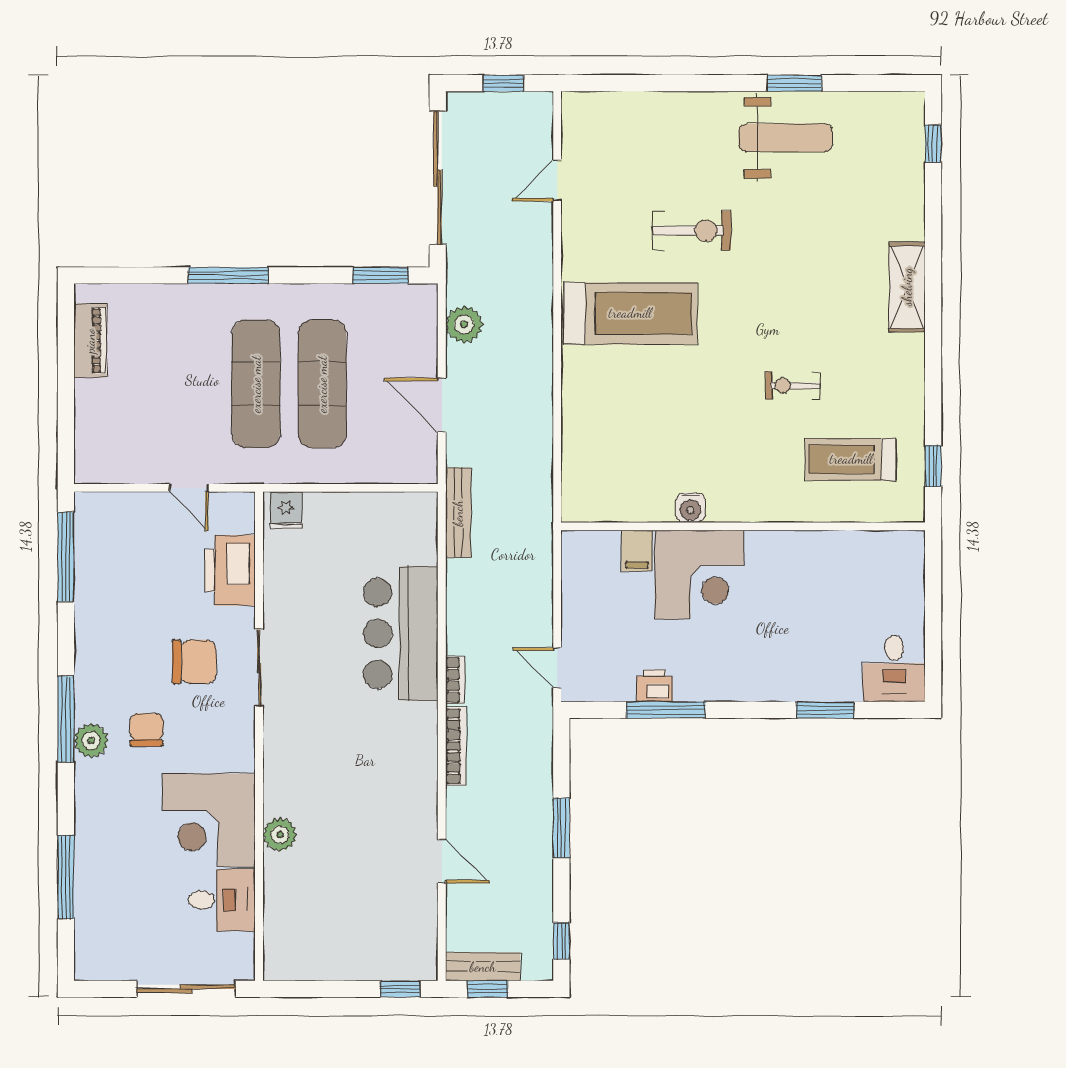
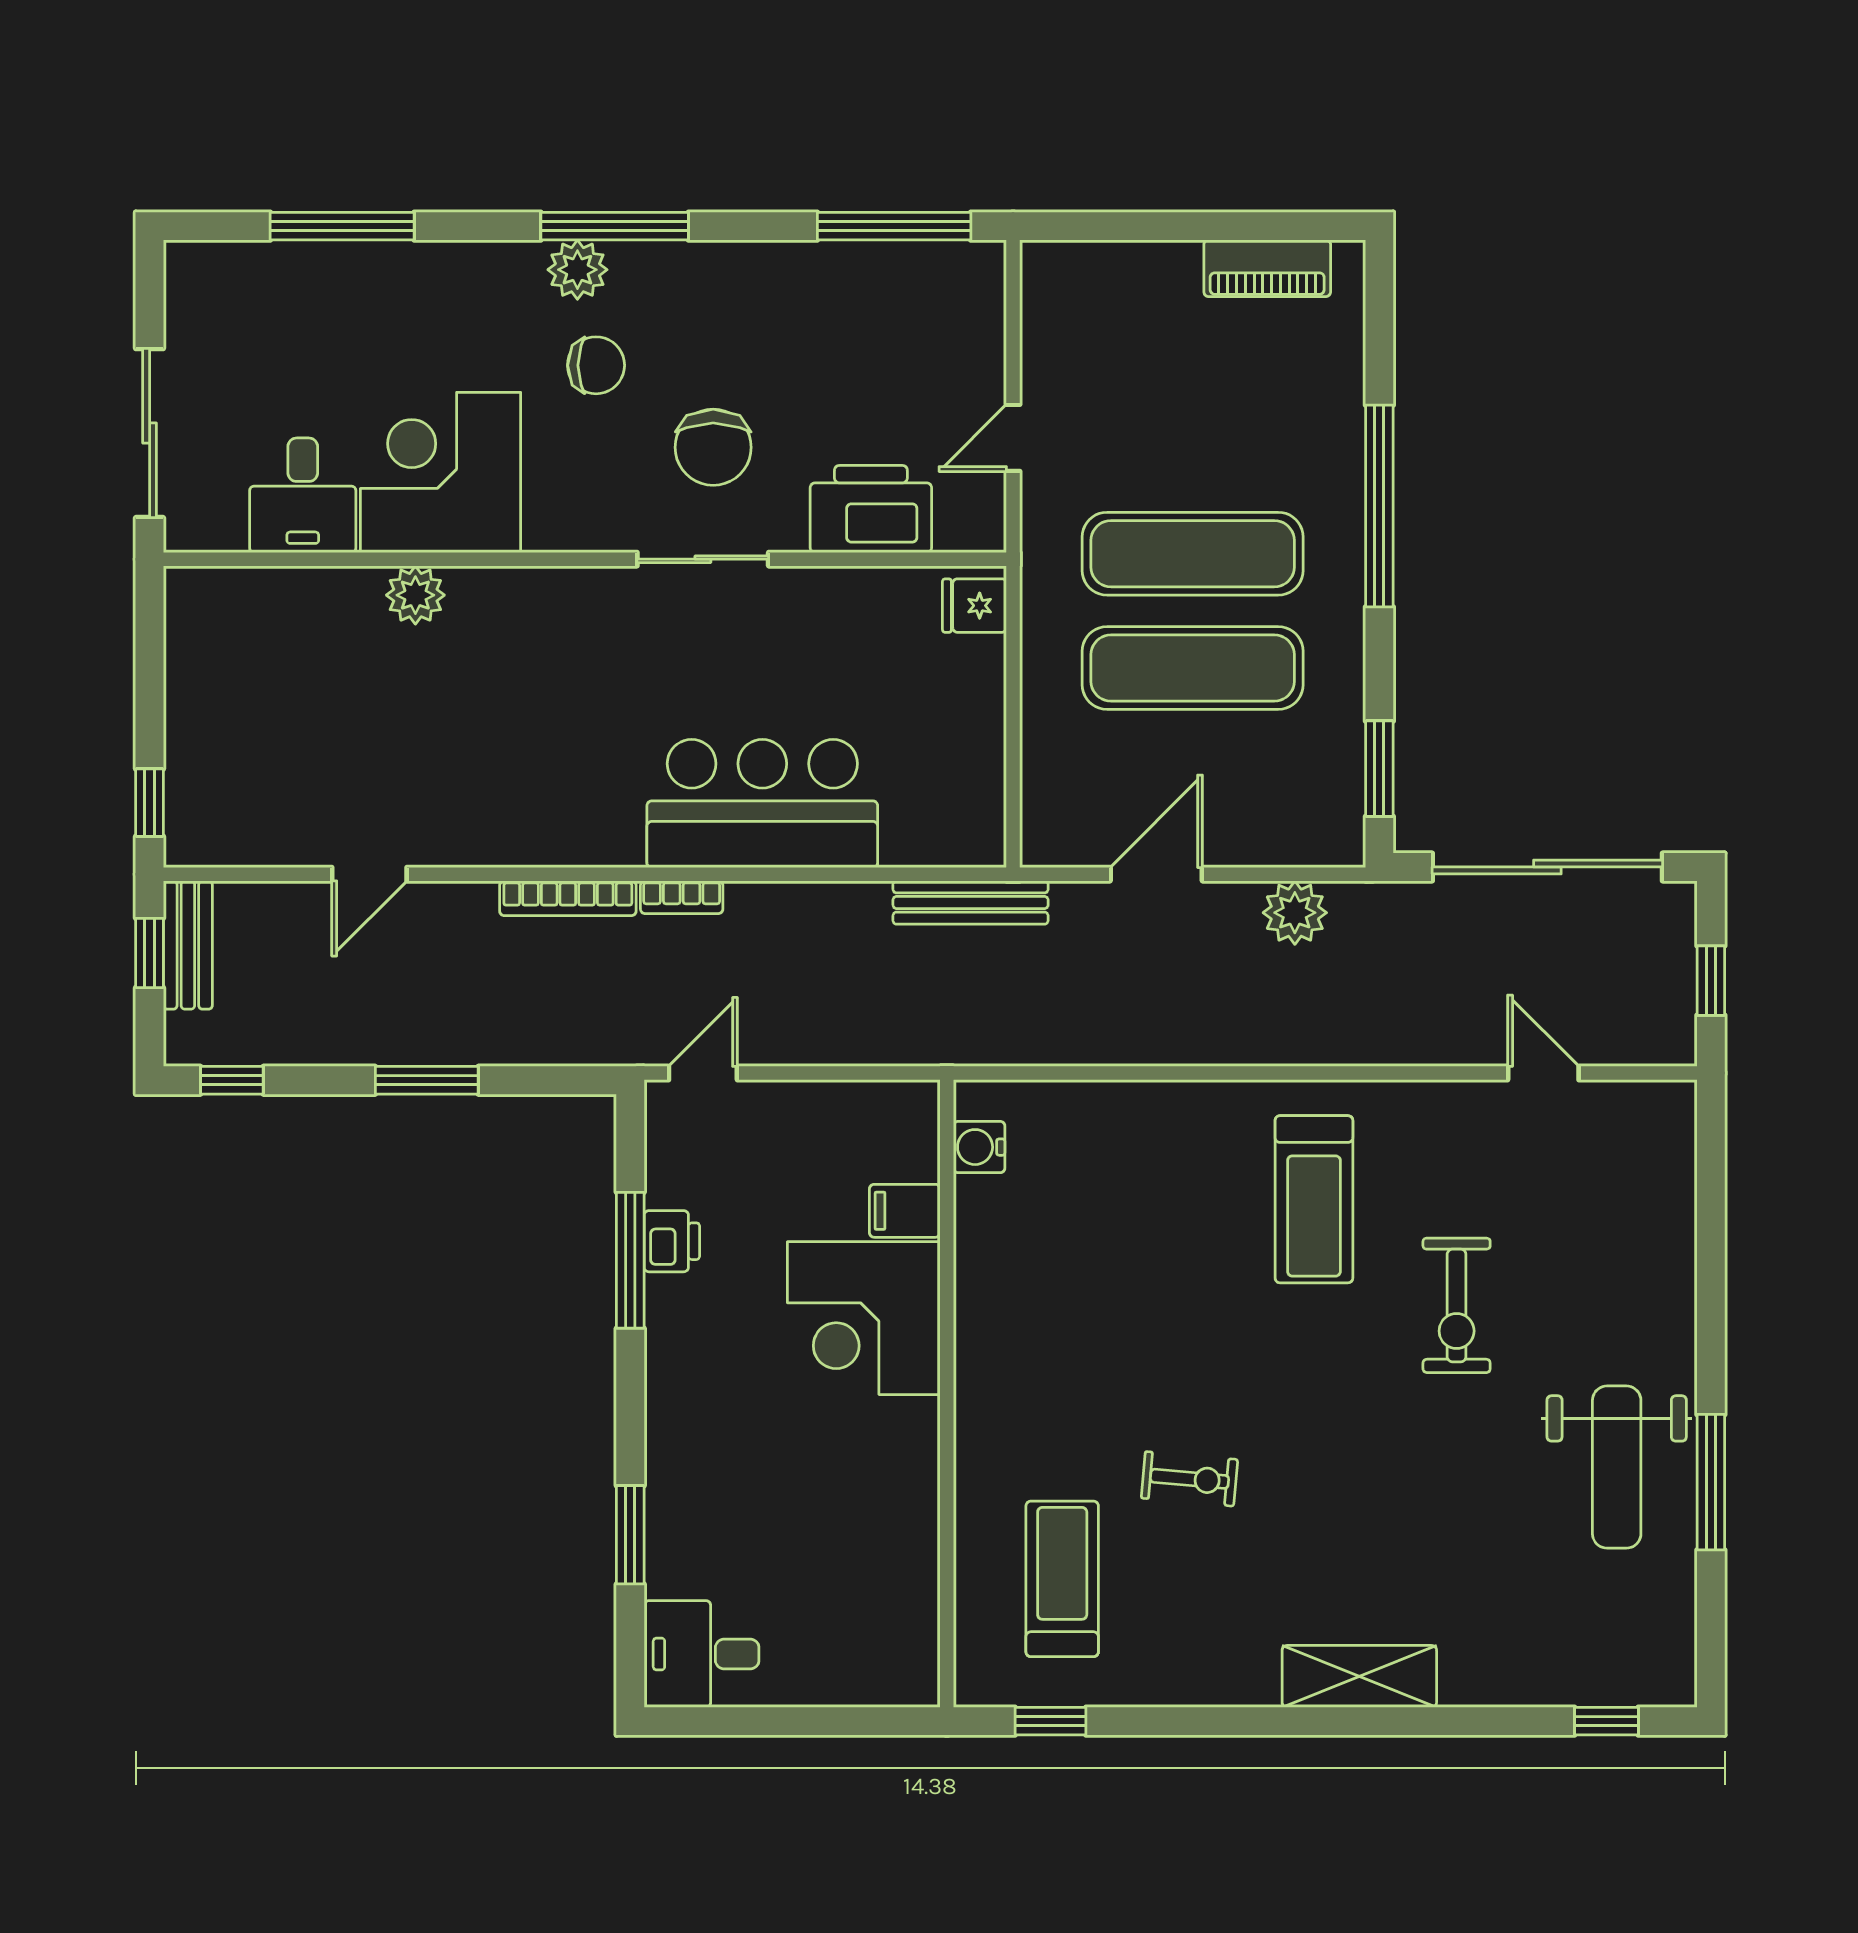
window: (794, 83) -> (1711, 1482), width x1.44
window: (228, 275) -> (1379, 506), width x1.46
treadmill: (630, 313) -> (1314, 1199), width x0.73, depth x0.73
exercise bike: (792, 386) -> (1189, 1479), turned 95
water cooler: (690, 508) -> (979, 1147), moved

